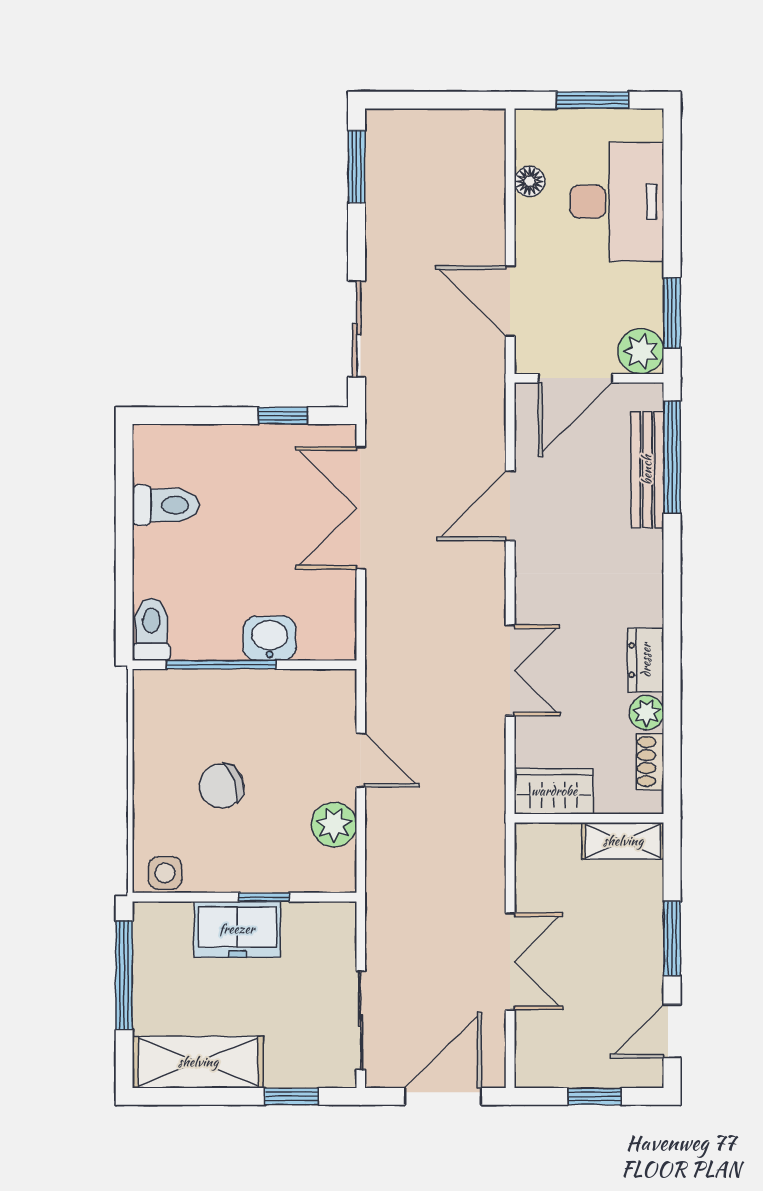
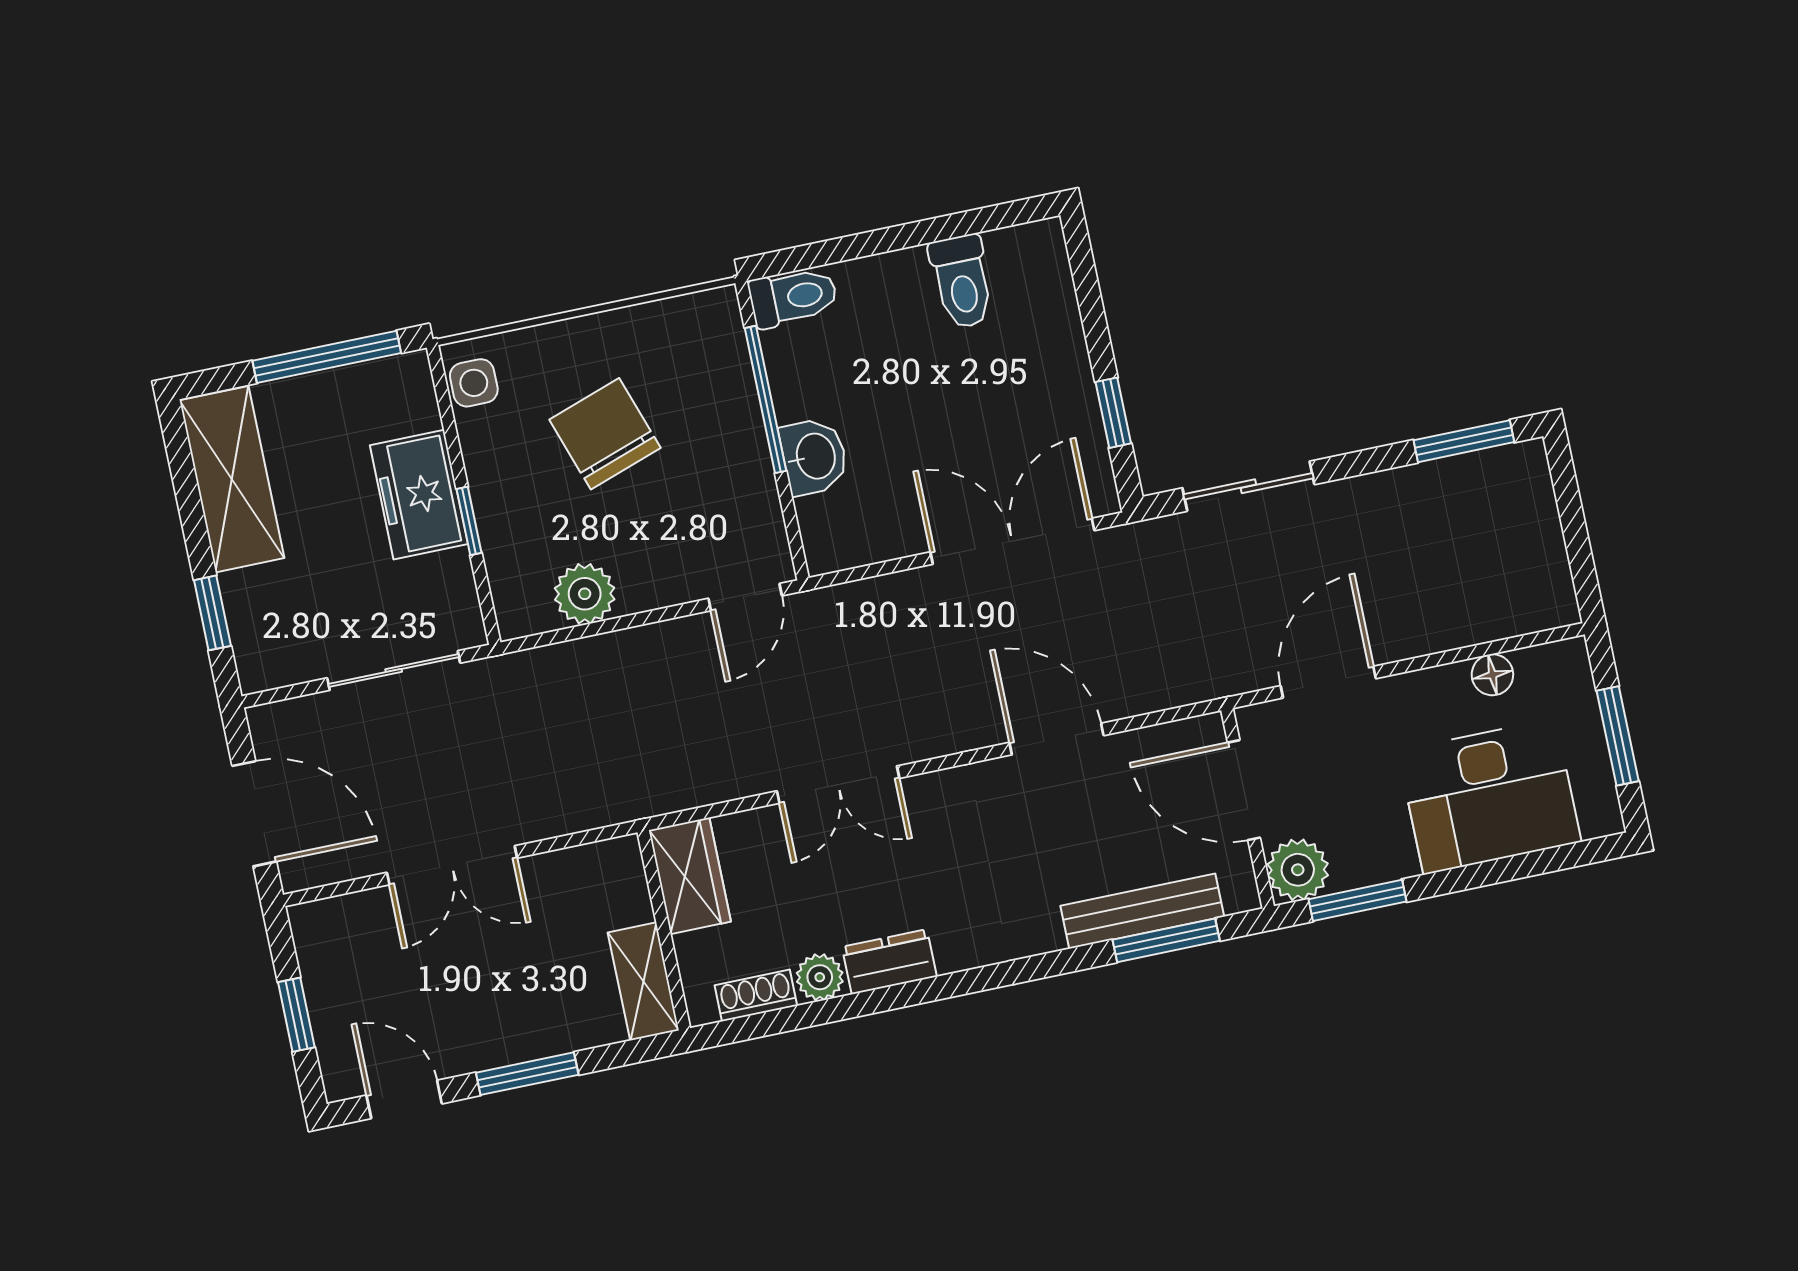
window: (672, 457) -> (1166, 940), width x0.69
door: (361, 760) -> (745, 597), moved
chair: (222, 786) -> (605, 434), width x1.37, depth x1.37
sliding door: (361, 1020) -> (394, 671), moved

